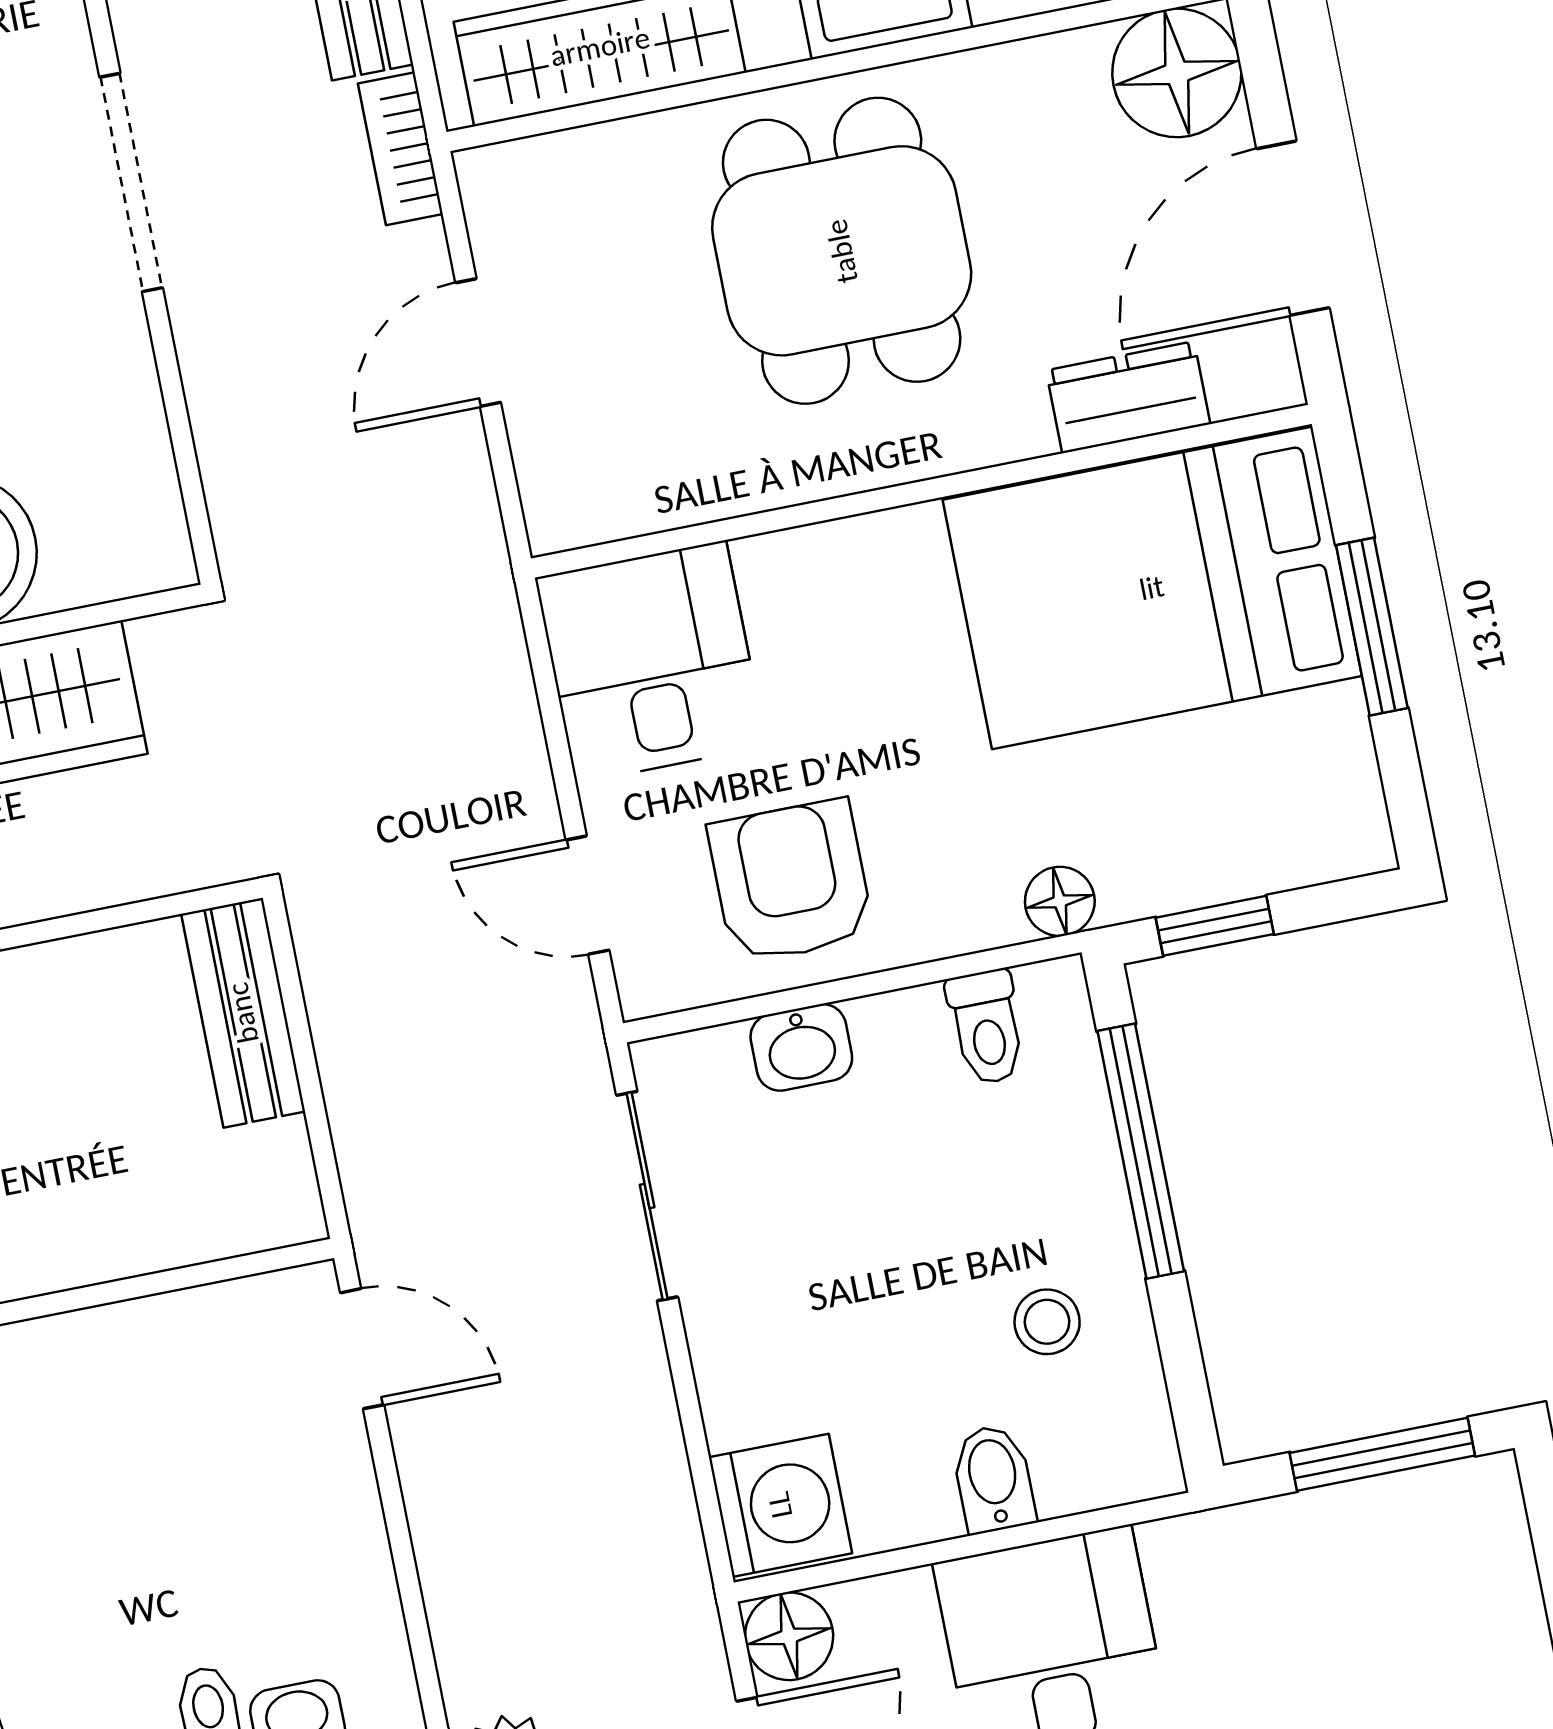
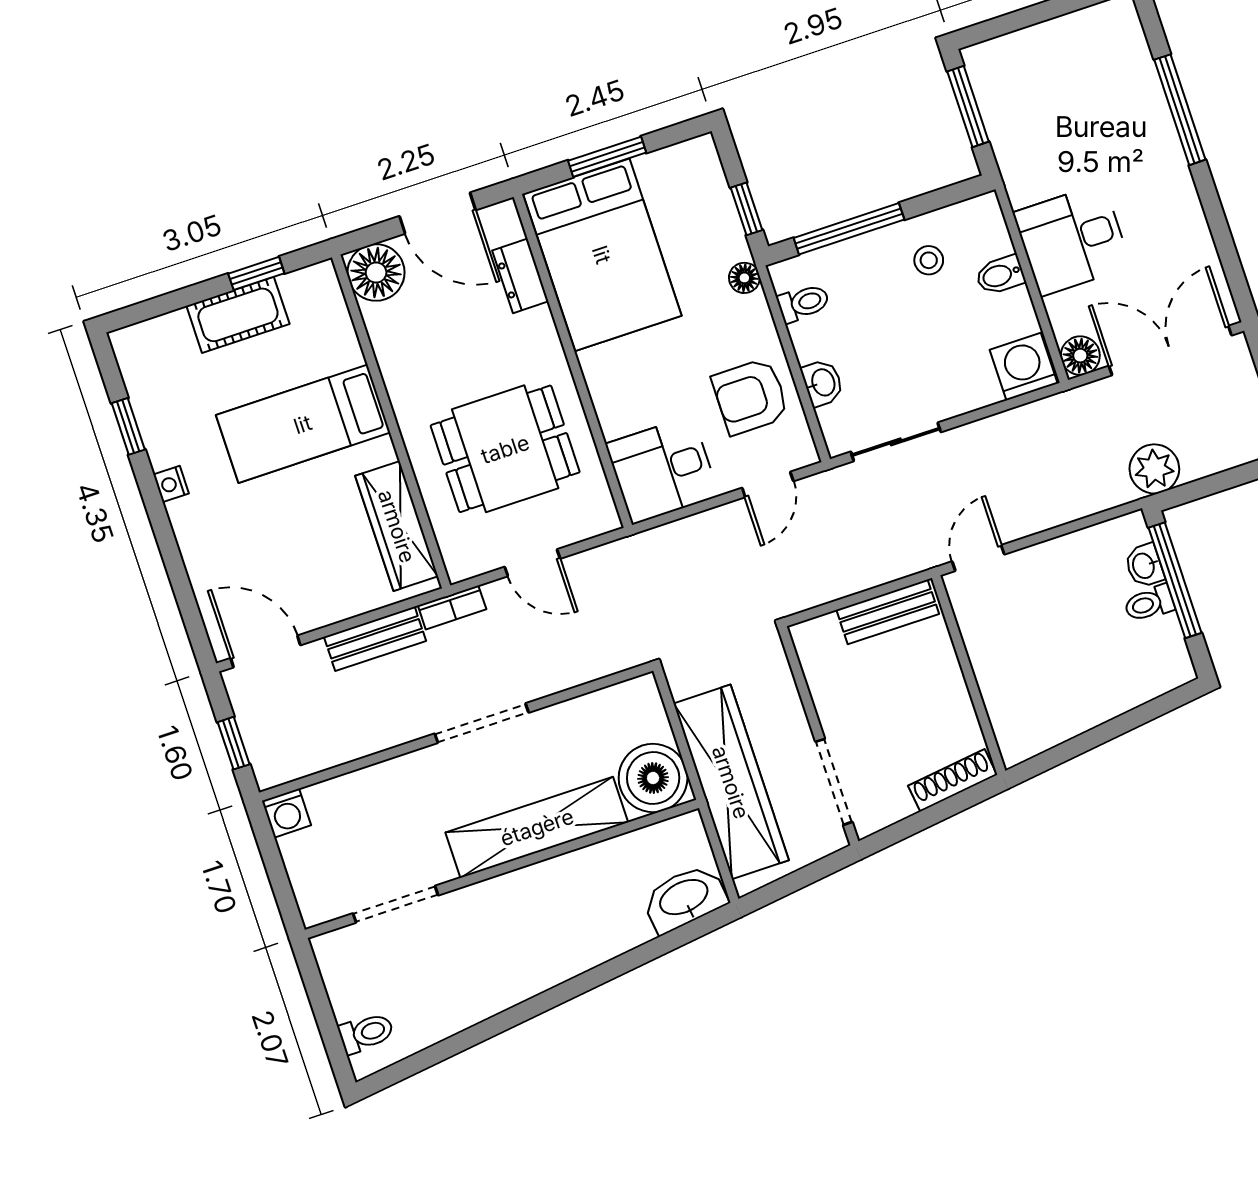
dining table: (842, 251) -> (505, 449), moved
bench: (243, 1013) -> (888, 612), moved

